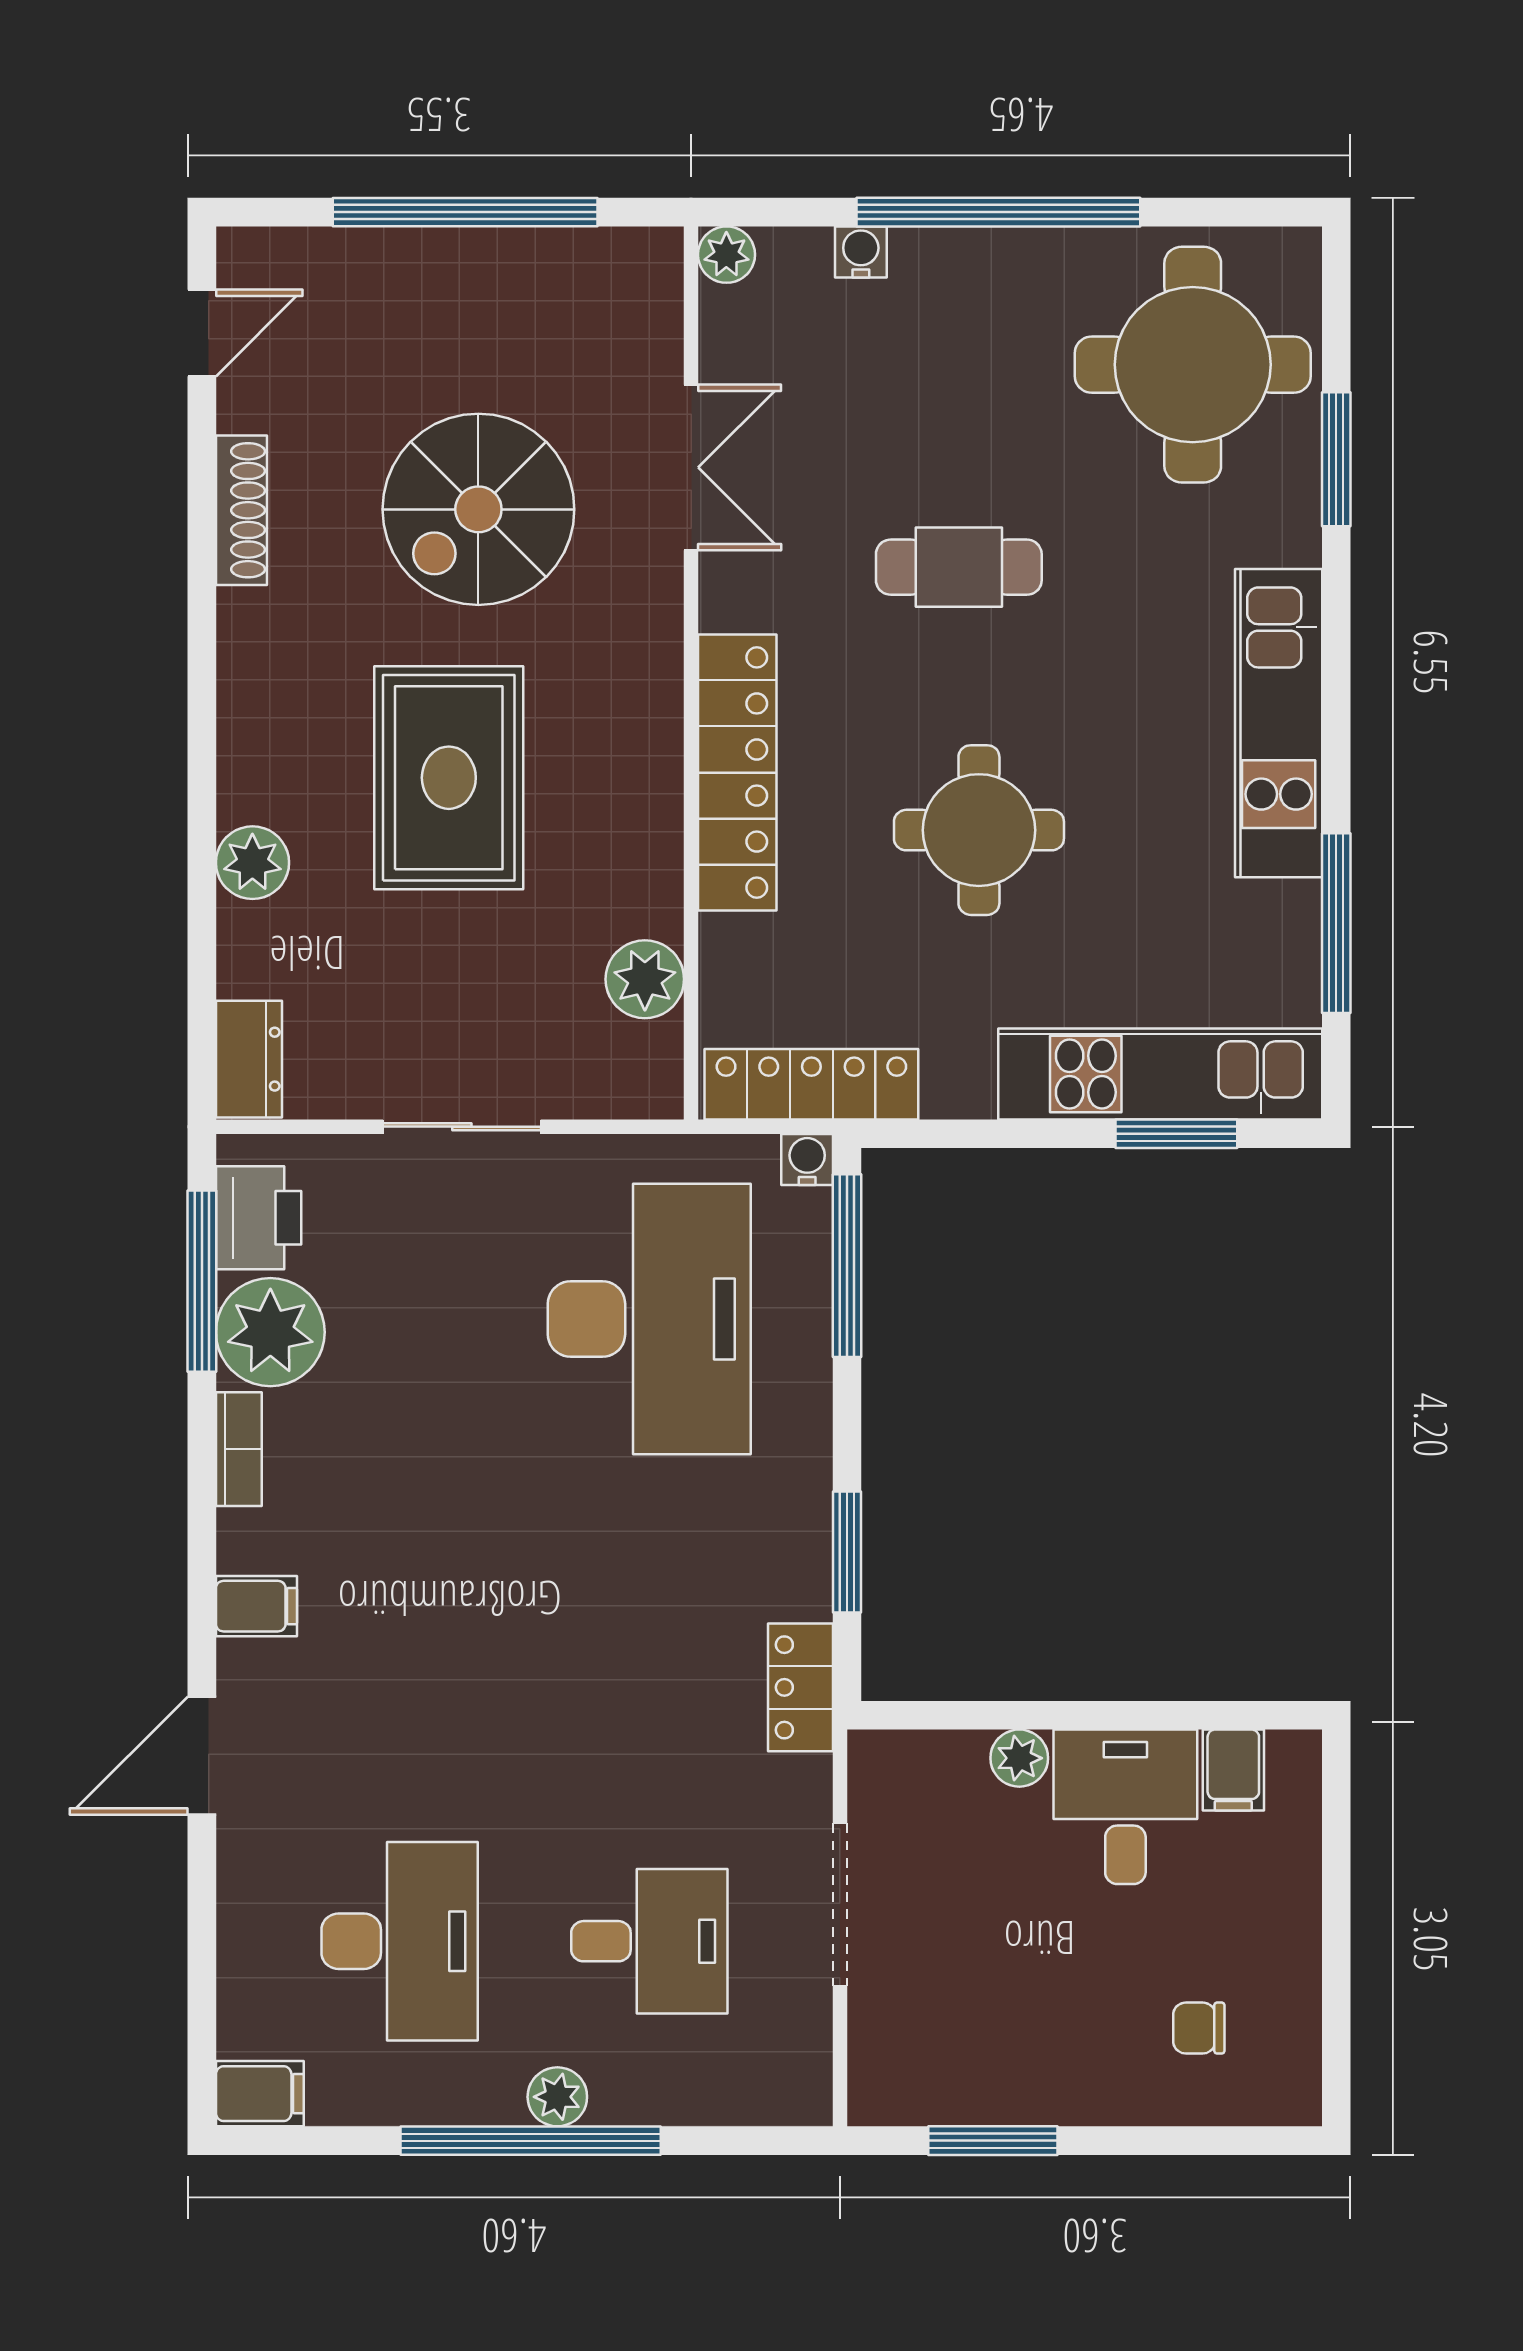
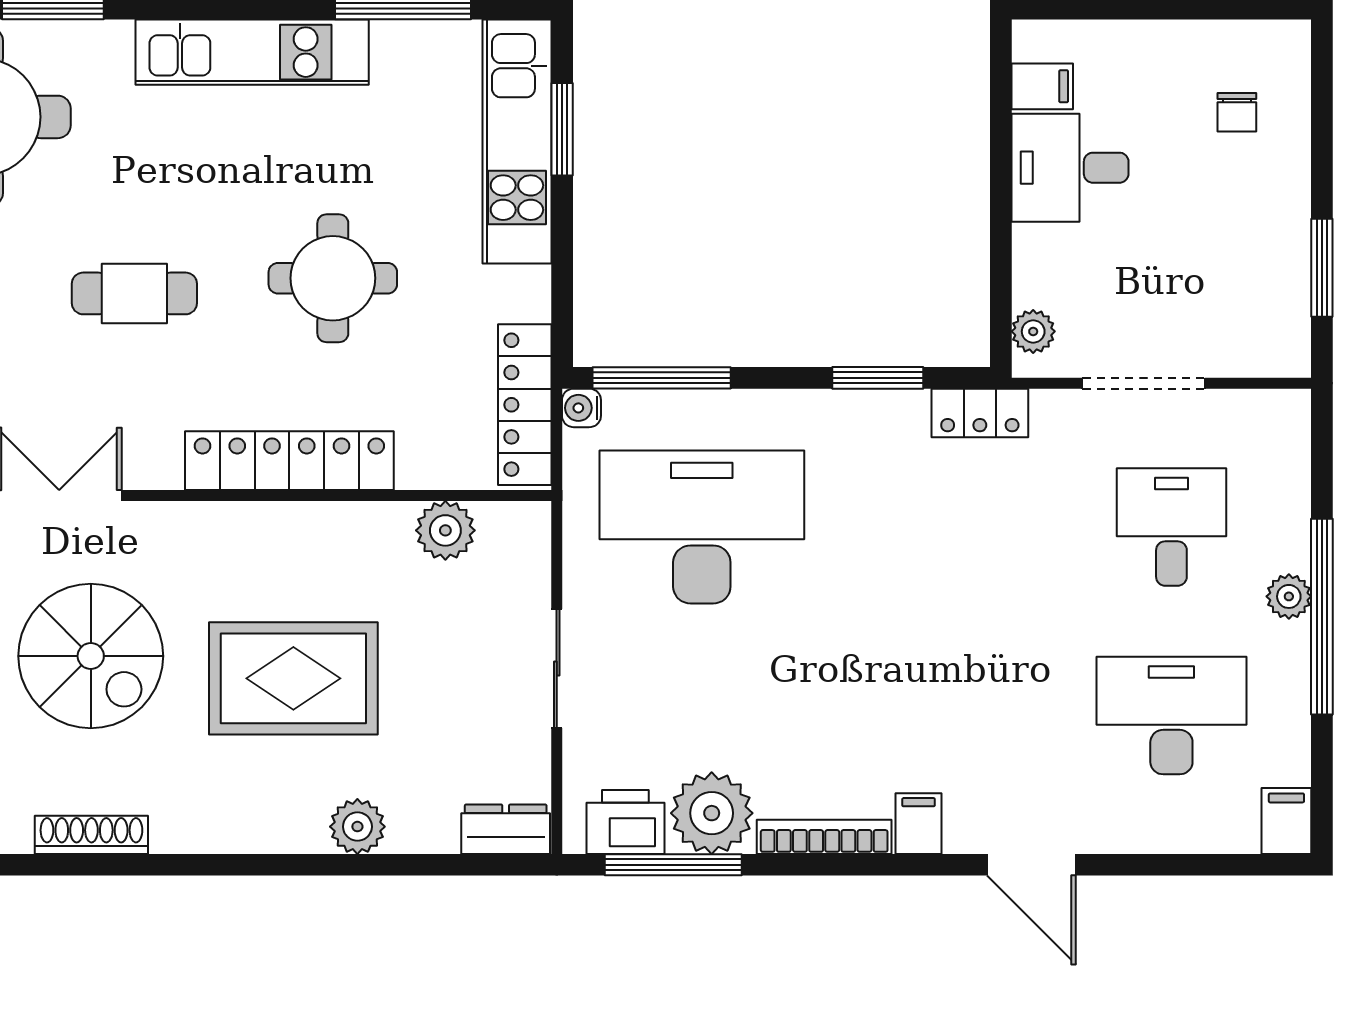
cafe table: (959, 567) -> (134, 293), turned 90
bookcase: (239, 1449) -> (824, 837), width x1.56
plant: (1019, 1758) -> (1033, 331), moved

